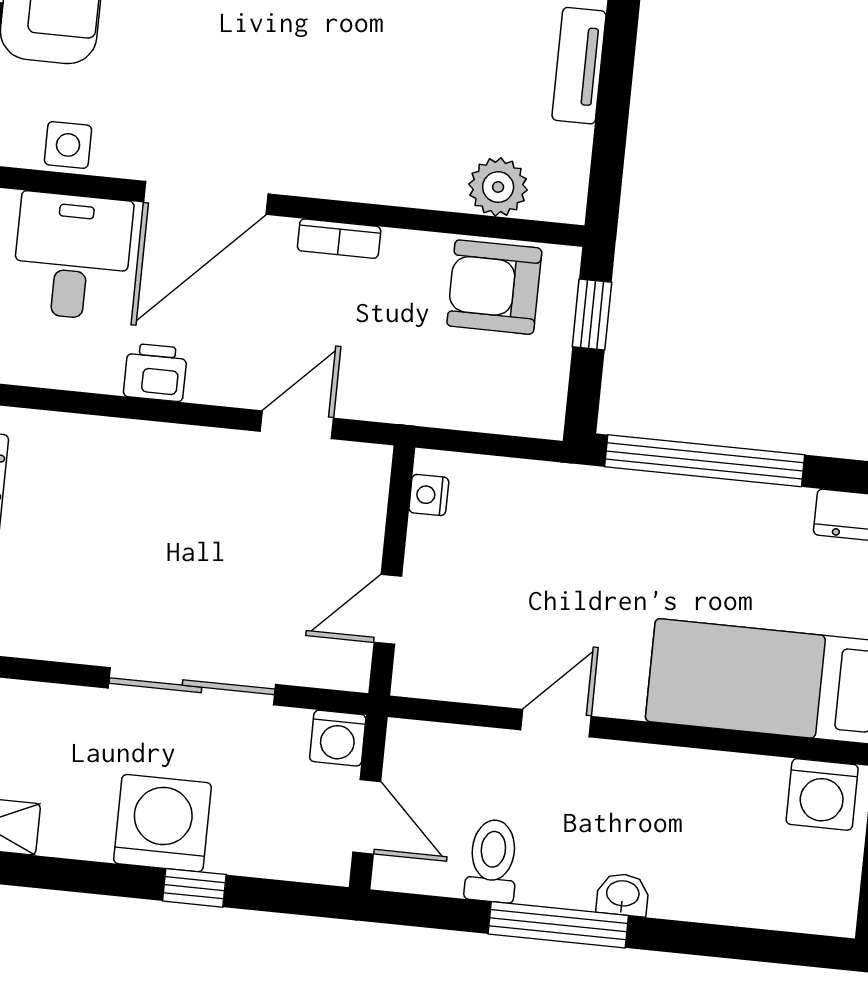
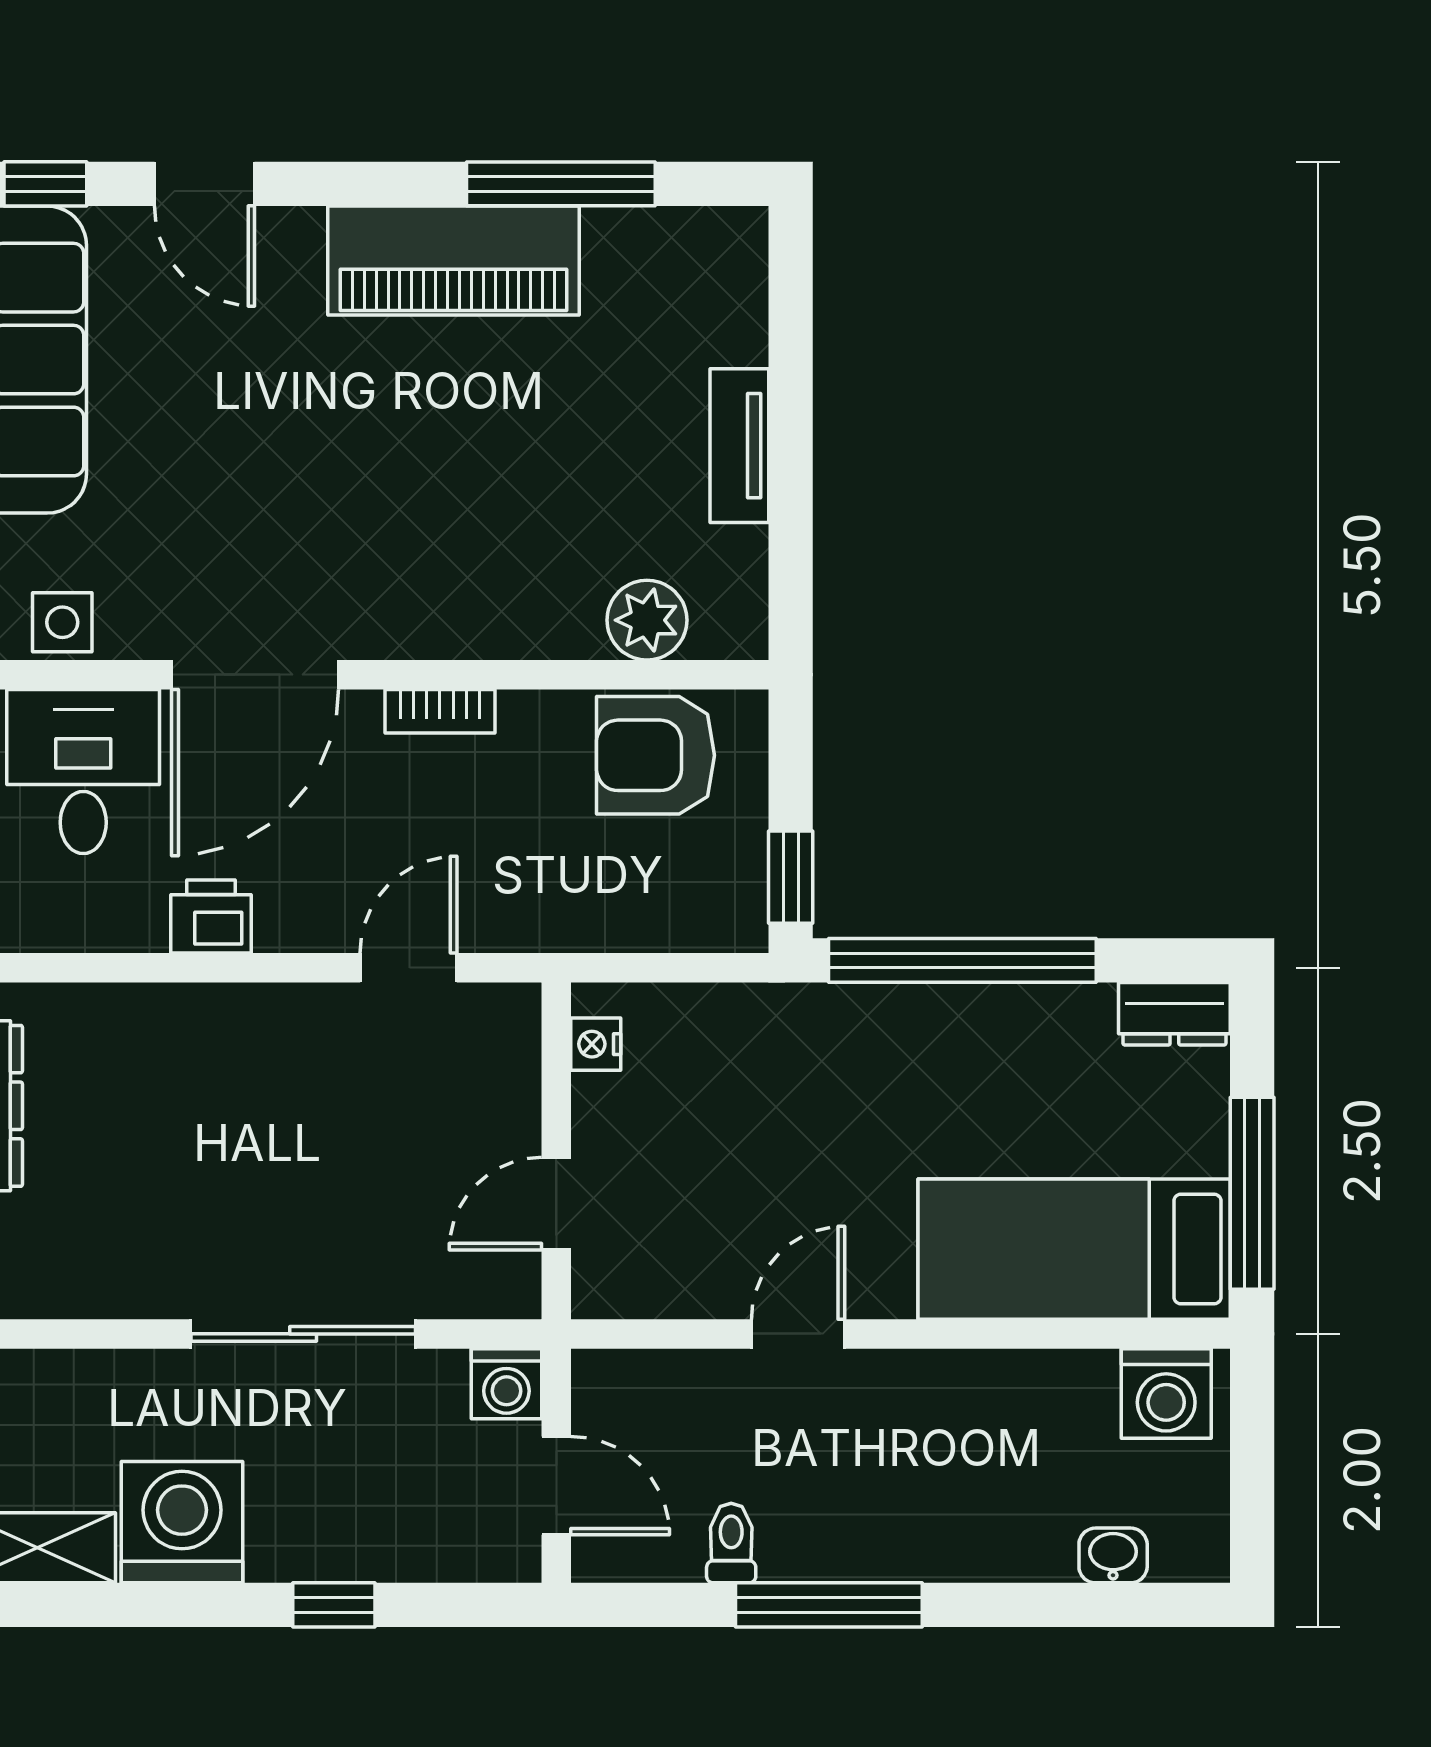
window: (592, 315) -> (791, 877), moved
washing machine: (162, 823) -> (182, 1522), moved
toilet: (492, 861) -> (731, 1543), width x0.73, depth x0.72
washbasin: (623, 895) -> (1113, 1555), moved

